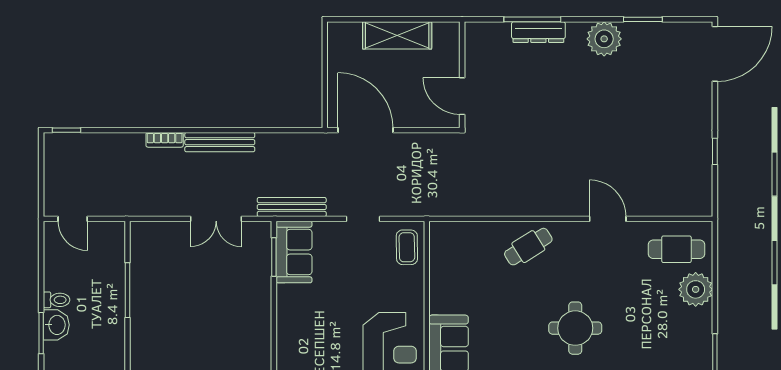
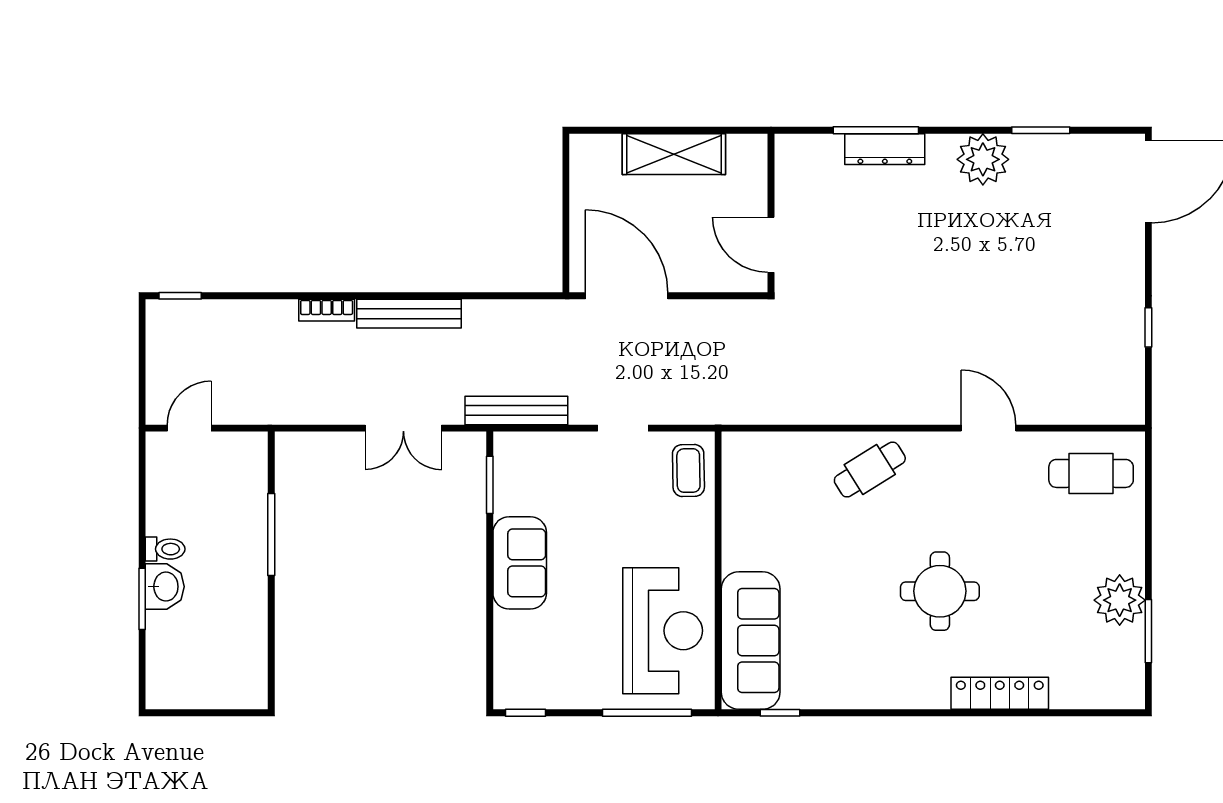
door: (73, 219) -> (189, 428), swing flipped
sofa: (294, 252) -> (520, 563), moved
plant: (696, 289) -> (1120, 600), moved

